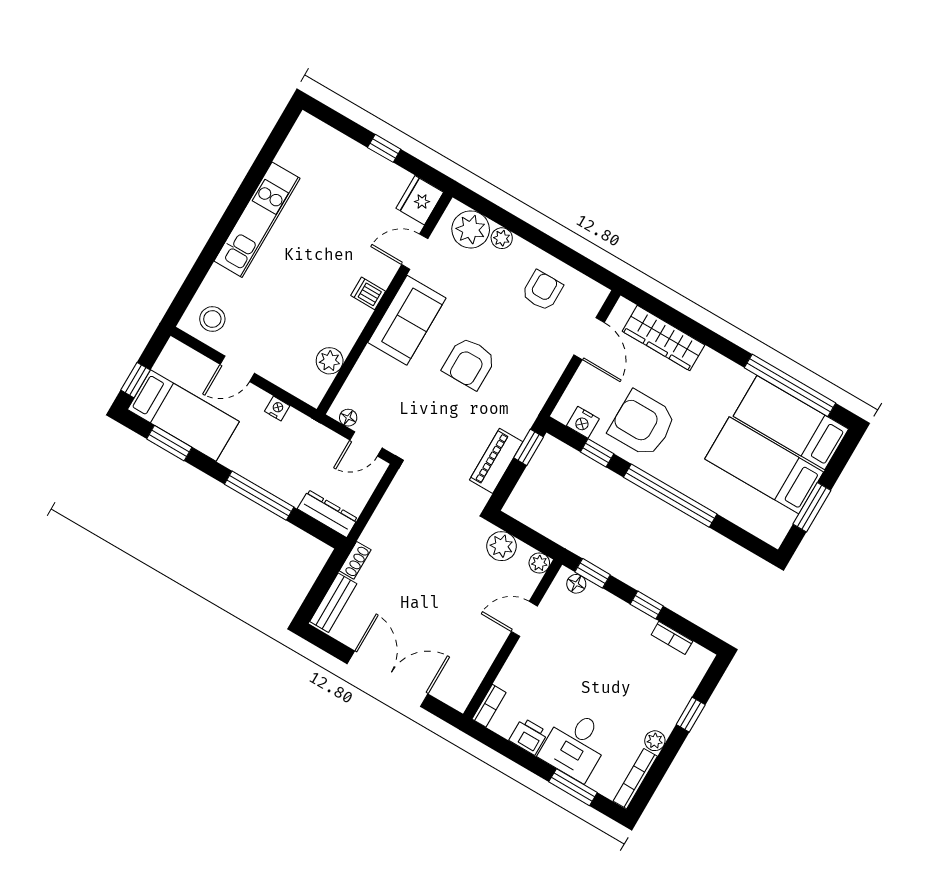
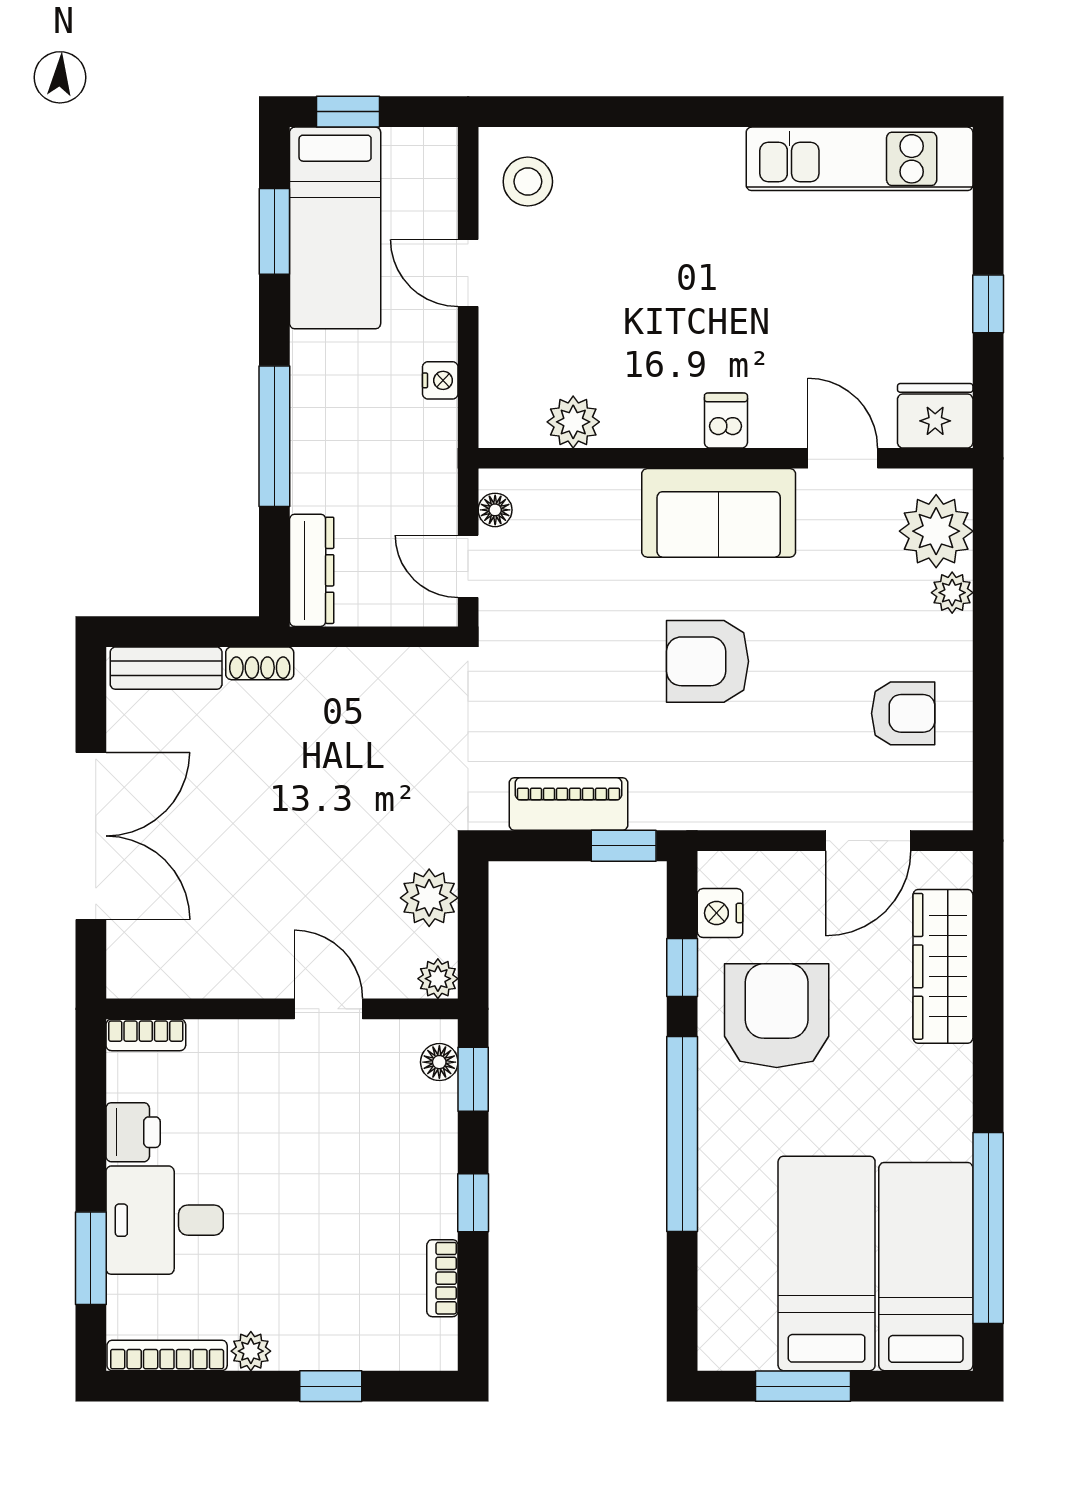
kitchen unit: (257, 220) -> (860, 159), moved

